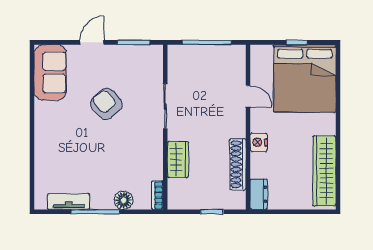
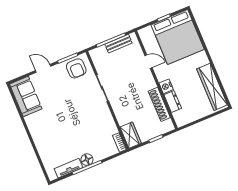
door: (92, 42) -> (43, 68), hinge flipped
bench: (216, 52) -> (118, 44), added
armchair: (106, 104) -> (76, 68), moved, turned -139
wardrobe: (178, 159) -> (131, 135), moved
dresser: (259, 194) -> (173, 102), moved
floor lamp: (124, 200) -> (87, 160), moved

